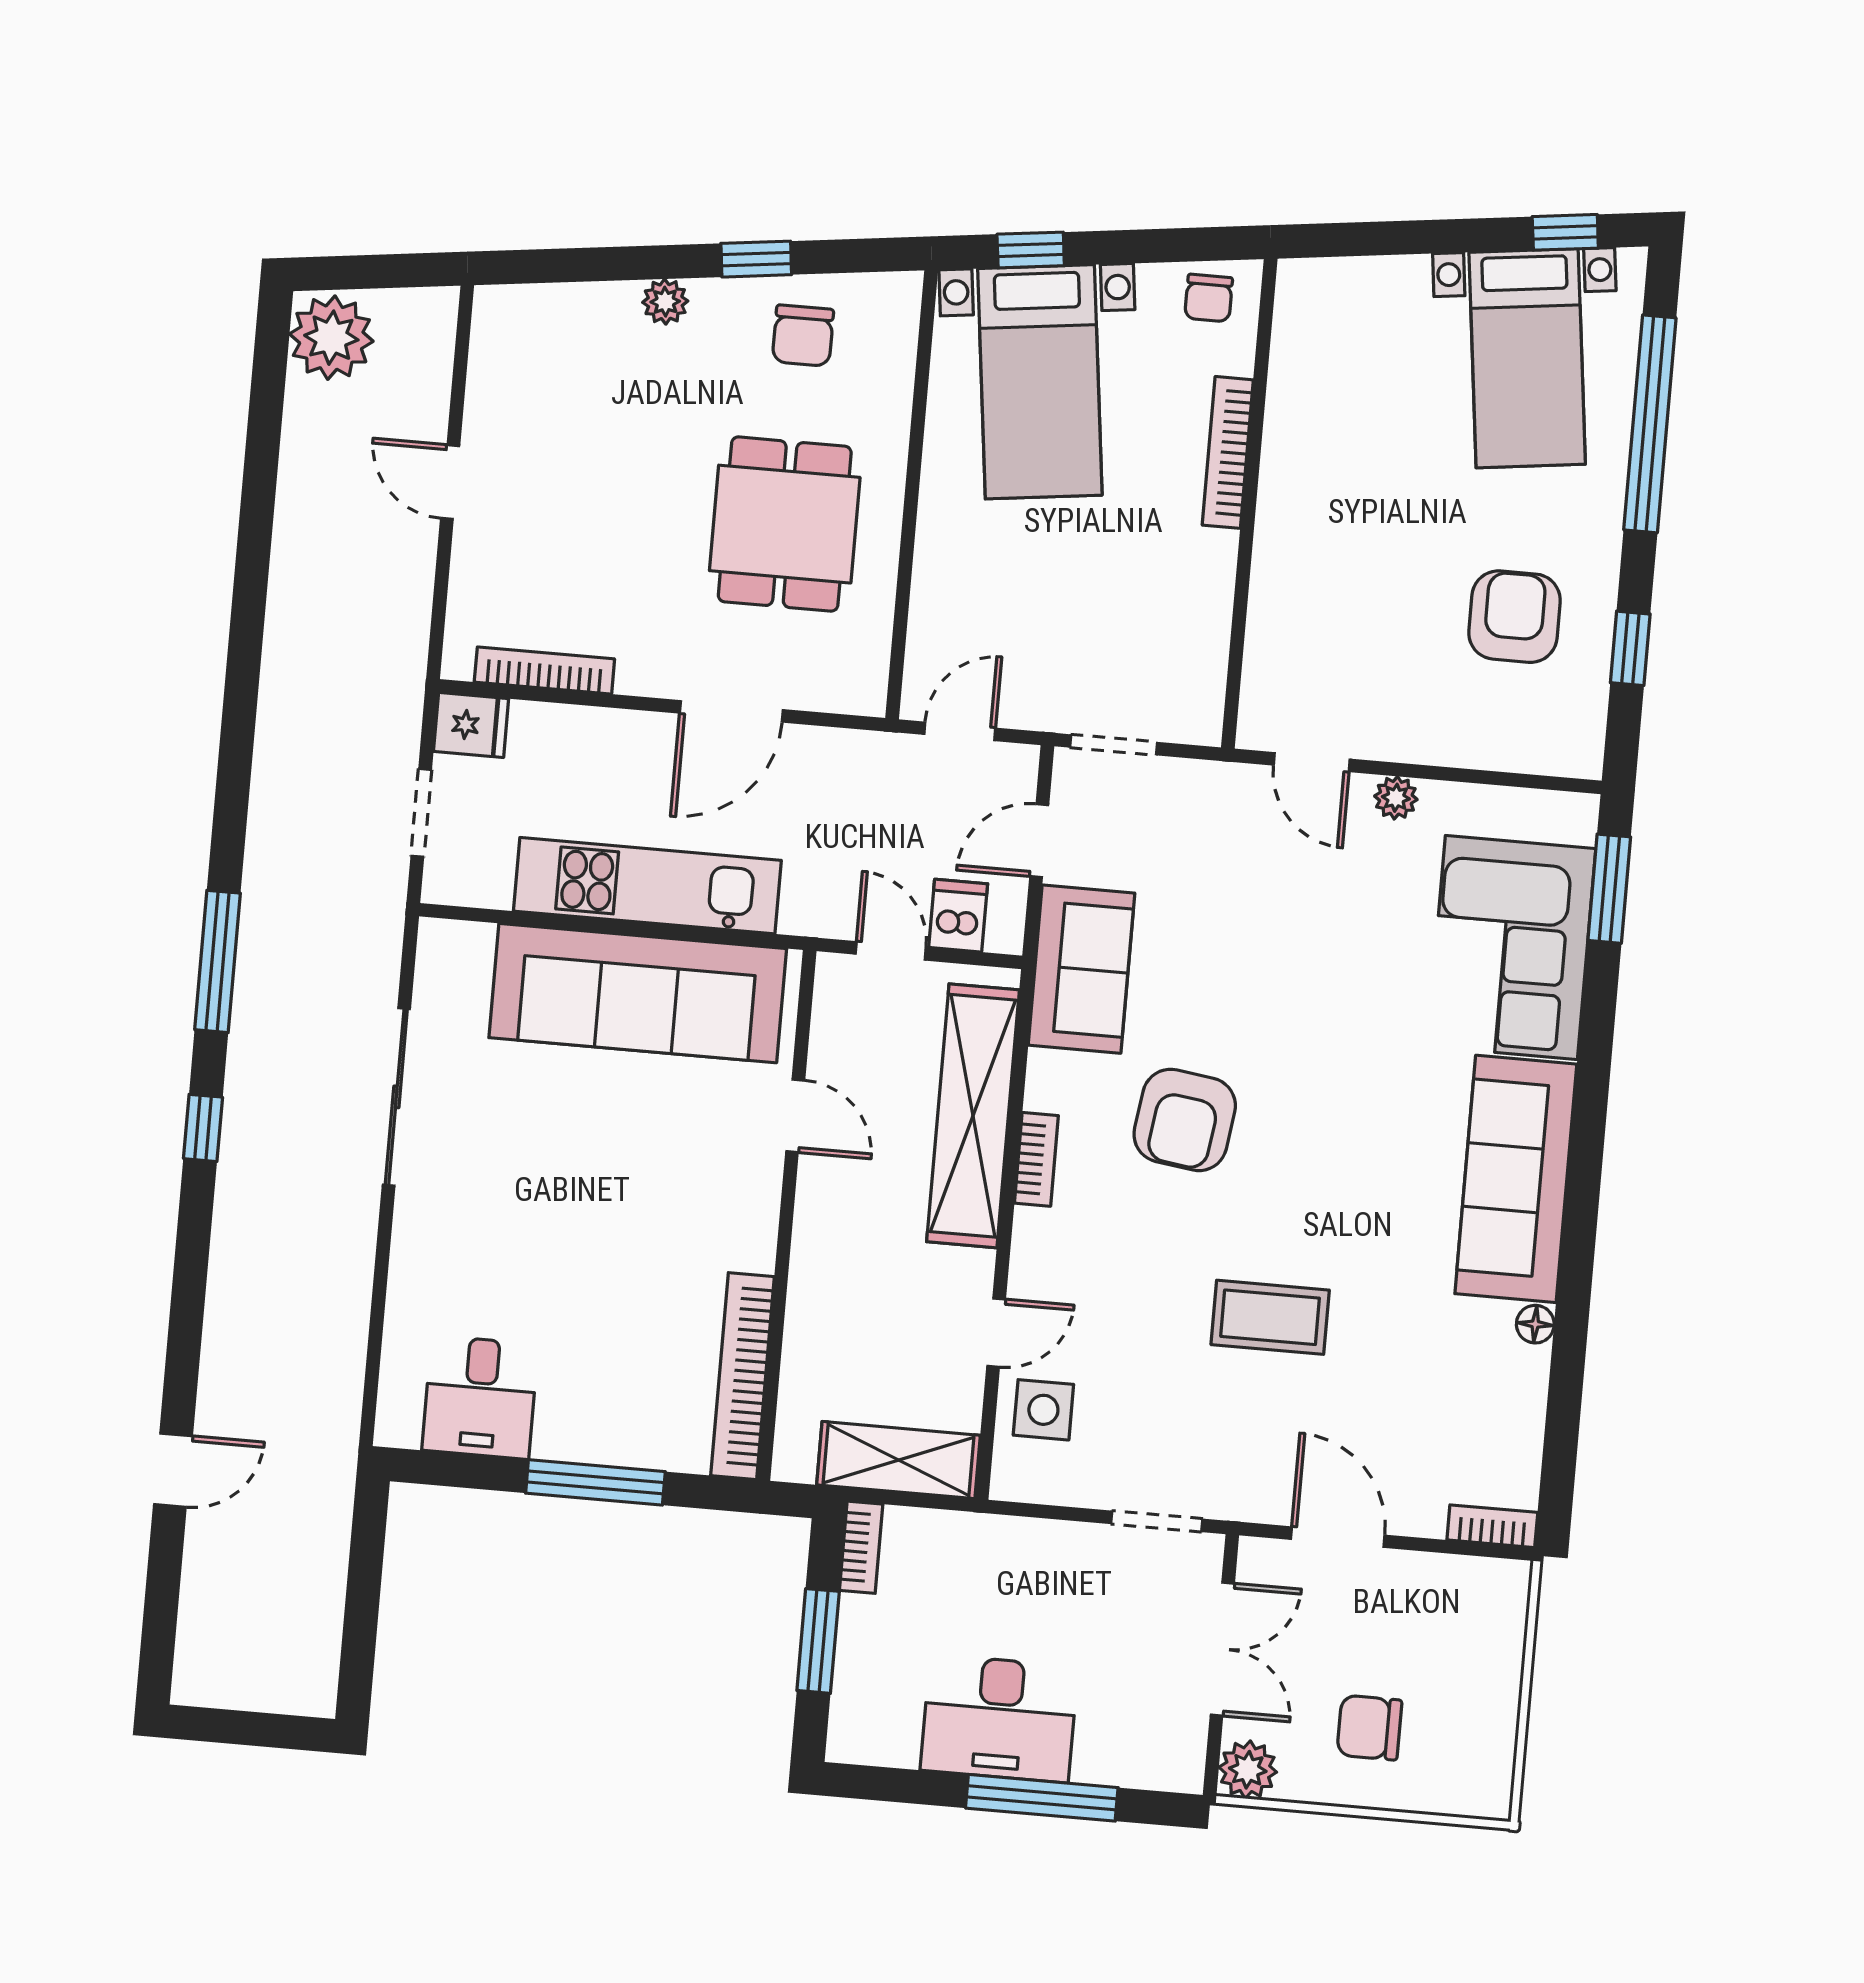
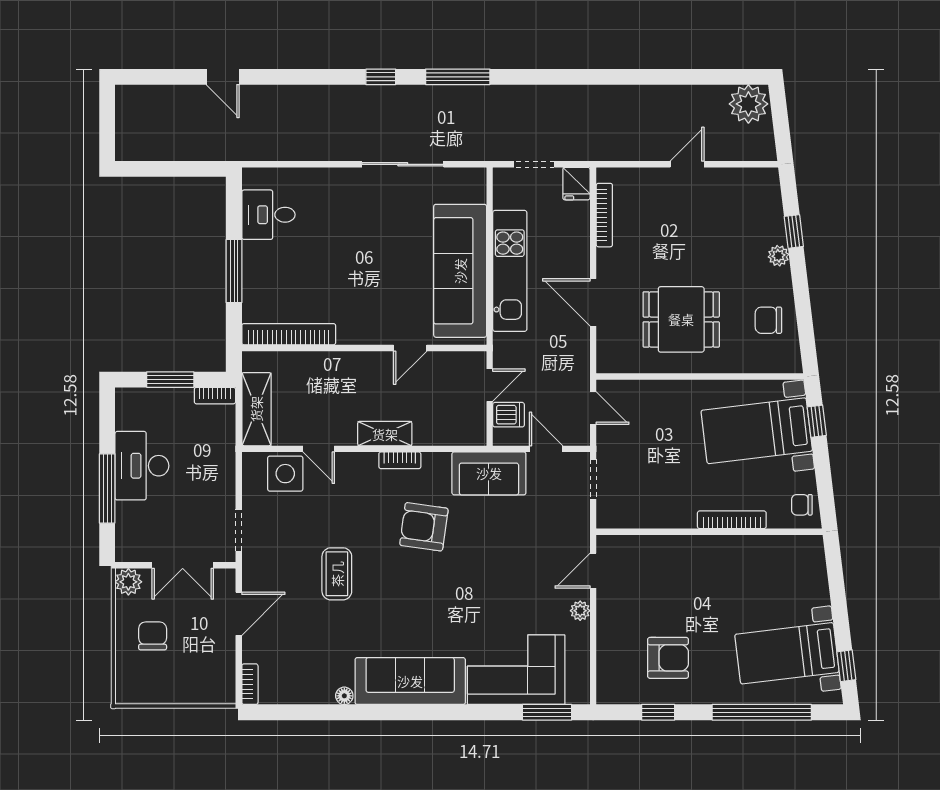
window: (756, 259) -> (794, 231), moved
shelving: (973, 1116) -> (385, 434), width x0.45, depth x0.75
side table: (1043, 1410) -> (285, 474), width x1.37, depth x1.37

